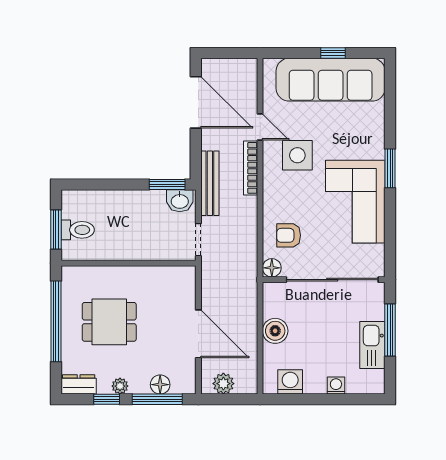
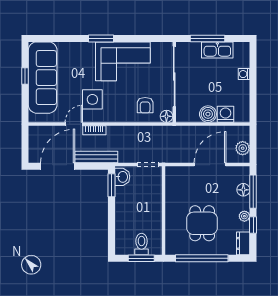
bookcase: (251, 168) -> (94, 130), width x0.64
bench: (210, 183) -> (96, 157), moved
washing machine: (290, 382) -> (225, 114), moved, turned 90

